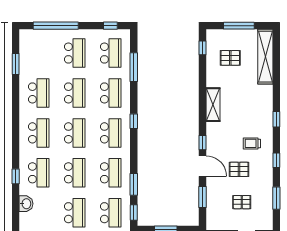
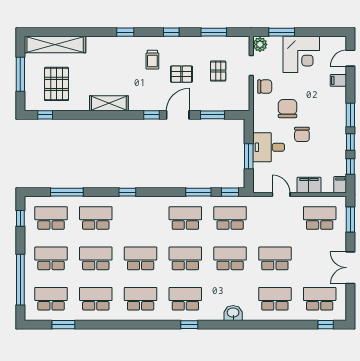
pallet: (230, 58) -> (56, 84), width x1.50, depth x1.42
school desk: (111, 133) -> (51, 299), moved
pallet: (239, 169) -> (181, 74), turned 90
washbasin: (26, 204) -> (233, 313), moved

